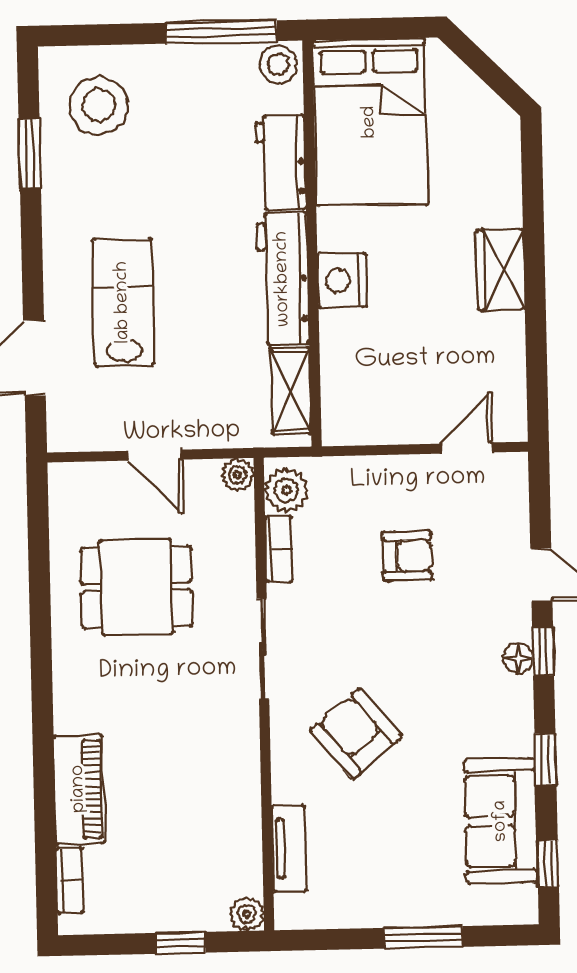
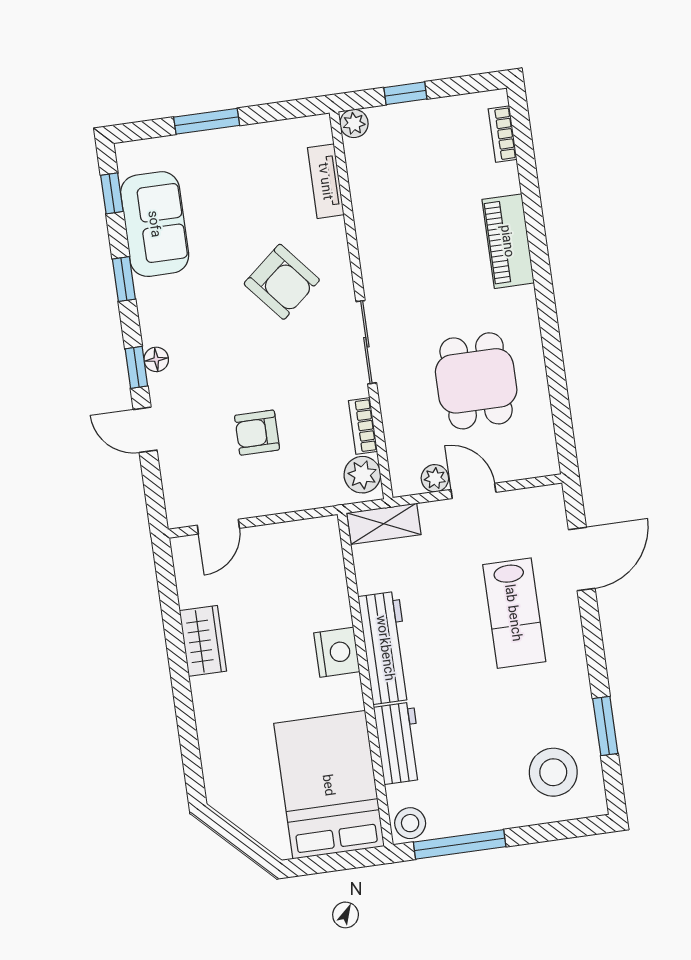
wardrobe: (501, 270) -> (203, 641), moved
shelving: (291, 391) -> (384, 524), moved, turned 90
plant: (237, 475) -> (435, 478), moved
dining table: (136, 587) -> (476, 381), turned 90
piano: (79, 789) -> (508, 241), moved

